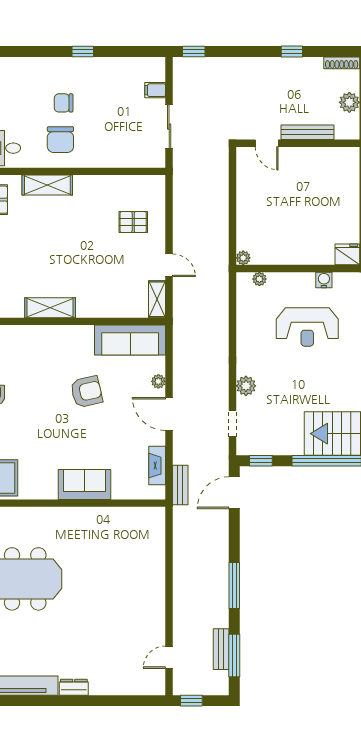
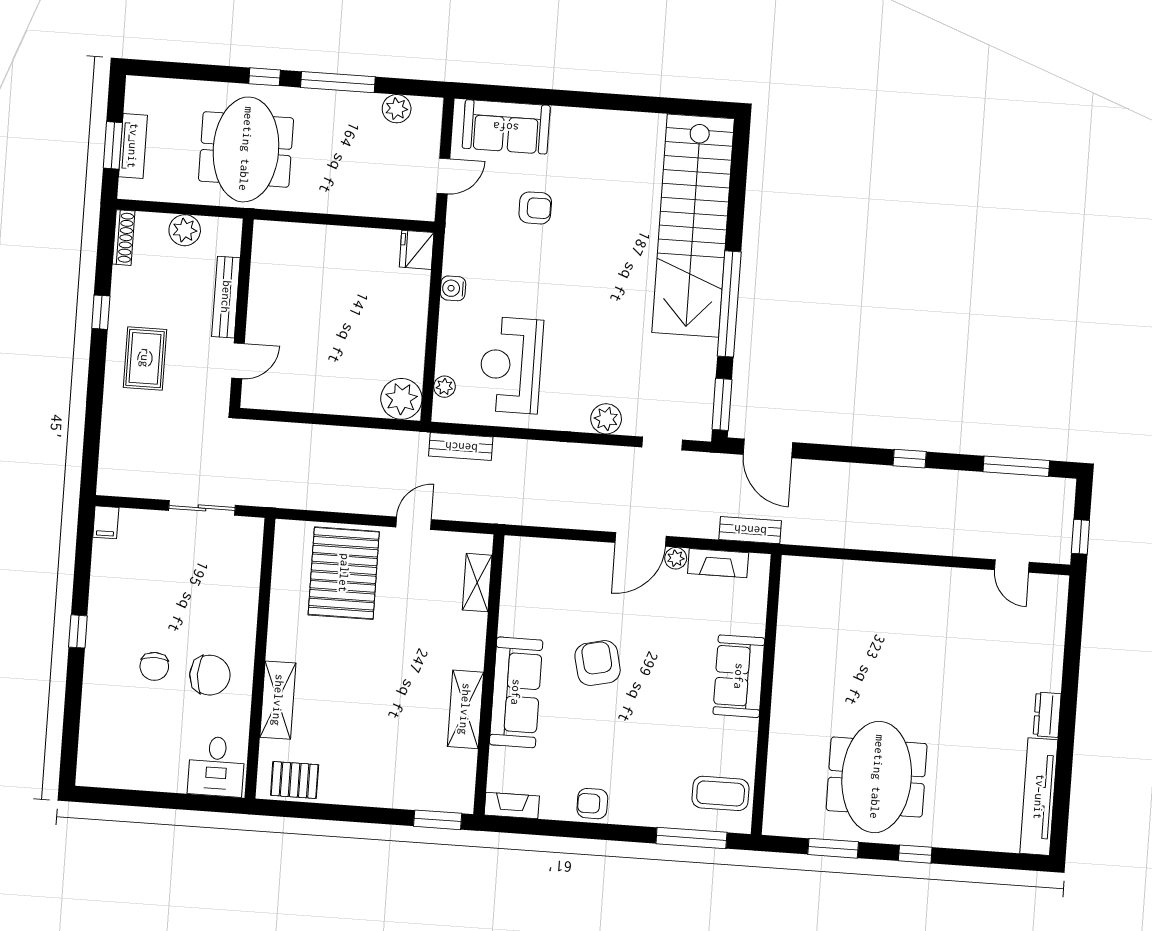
window: (194, 52) -> (90, 462), removed
rug: (264, 82) -> (145, 358), added
filing cabinet: (155, 90) -> (106, 522), moved
pallet: (133, 222) -> (344, 573), width x2.05, depth x2.00
plant: (243, 258) -> (401, 399), width x1.88, depth x1.88
shelving: (157, 299) -> (477, 583), moved, turned 90
reception desk: (307, 327) -> (511, 365), moved, turned 180
sofa: (130, 340) -> (516, 692), moved
plant: (158, 381) -> (676, 558), moved
window: (261, 461) -> (722, 404), width x1.50
window: (234, 586) -> (910, 459), width x0.46
bench: (221, 649) -> (461, 447), moved

